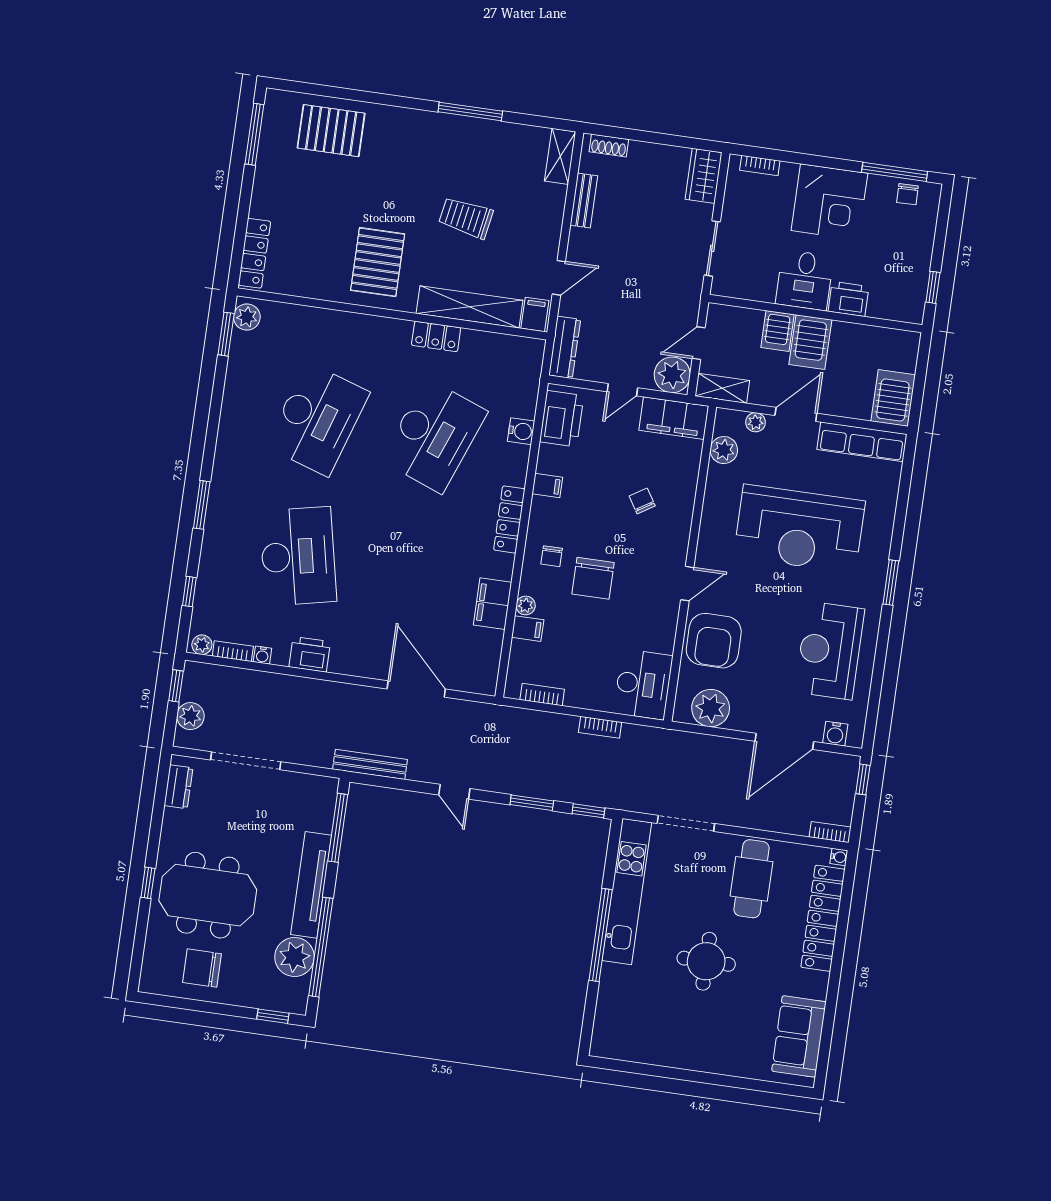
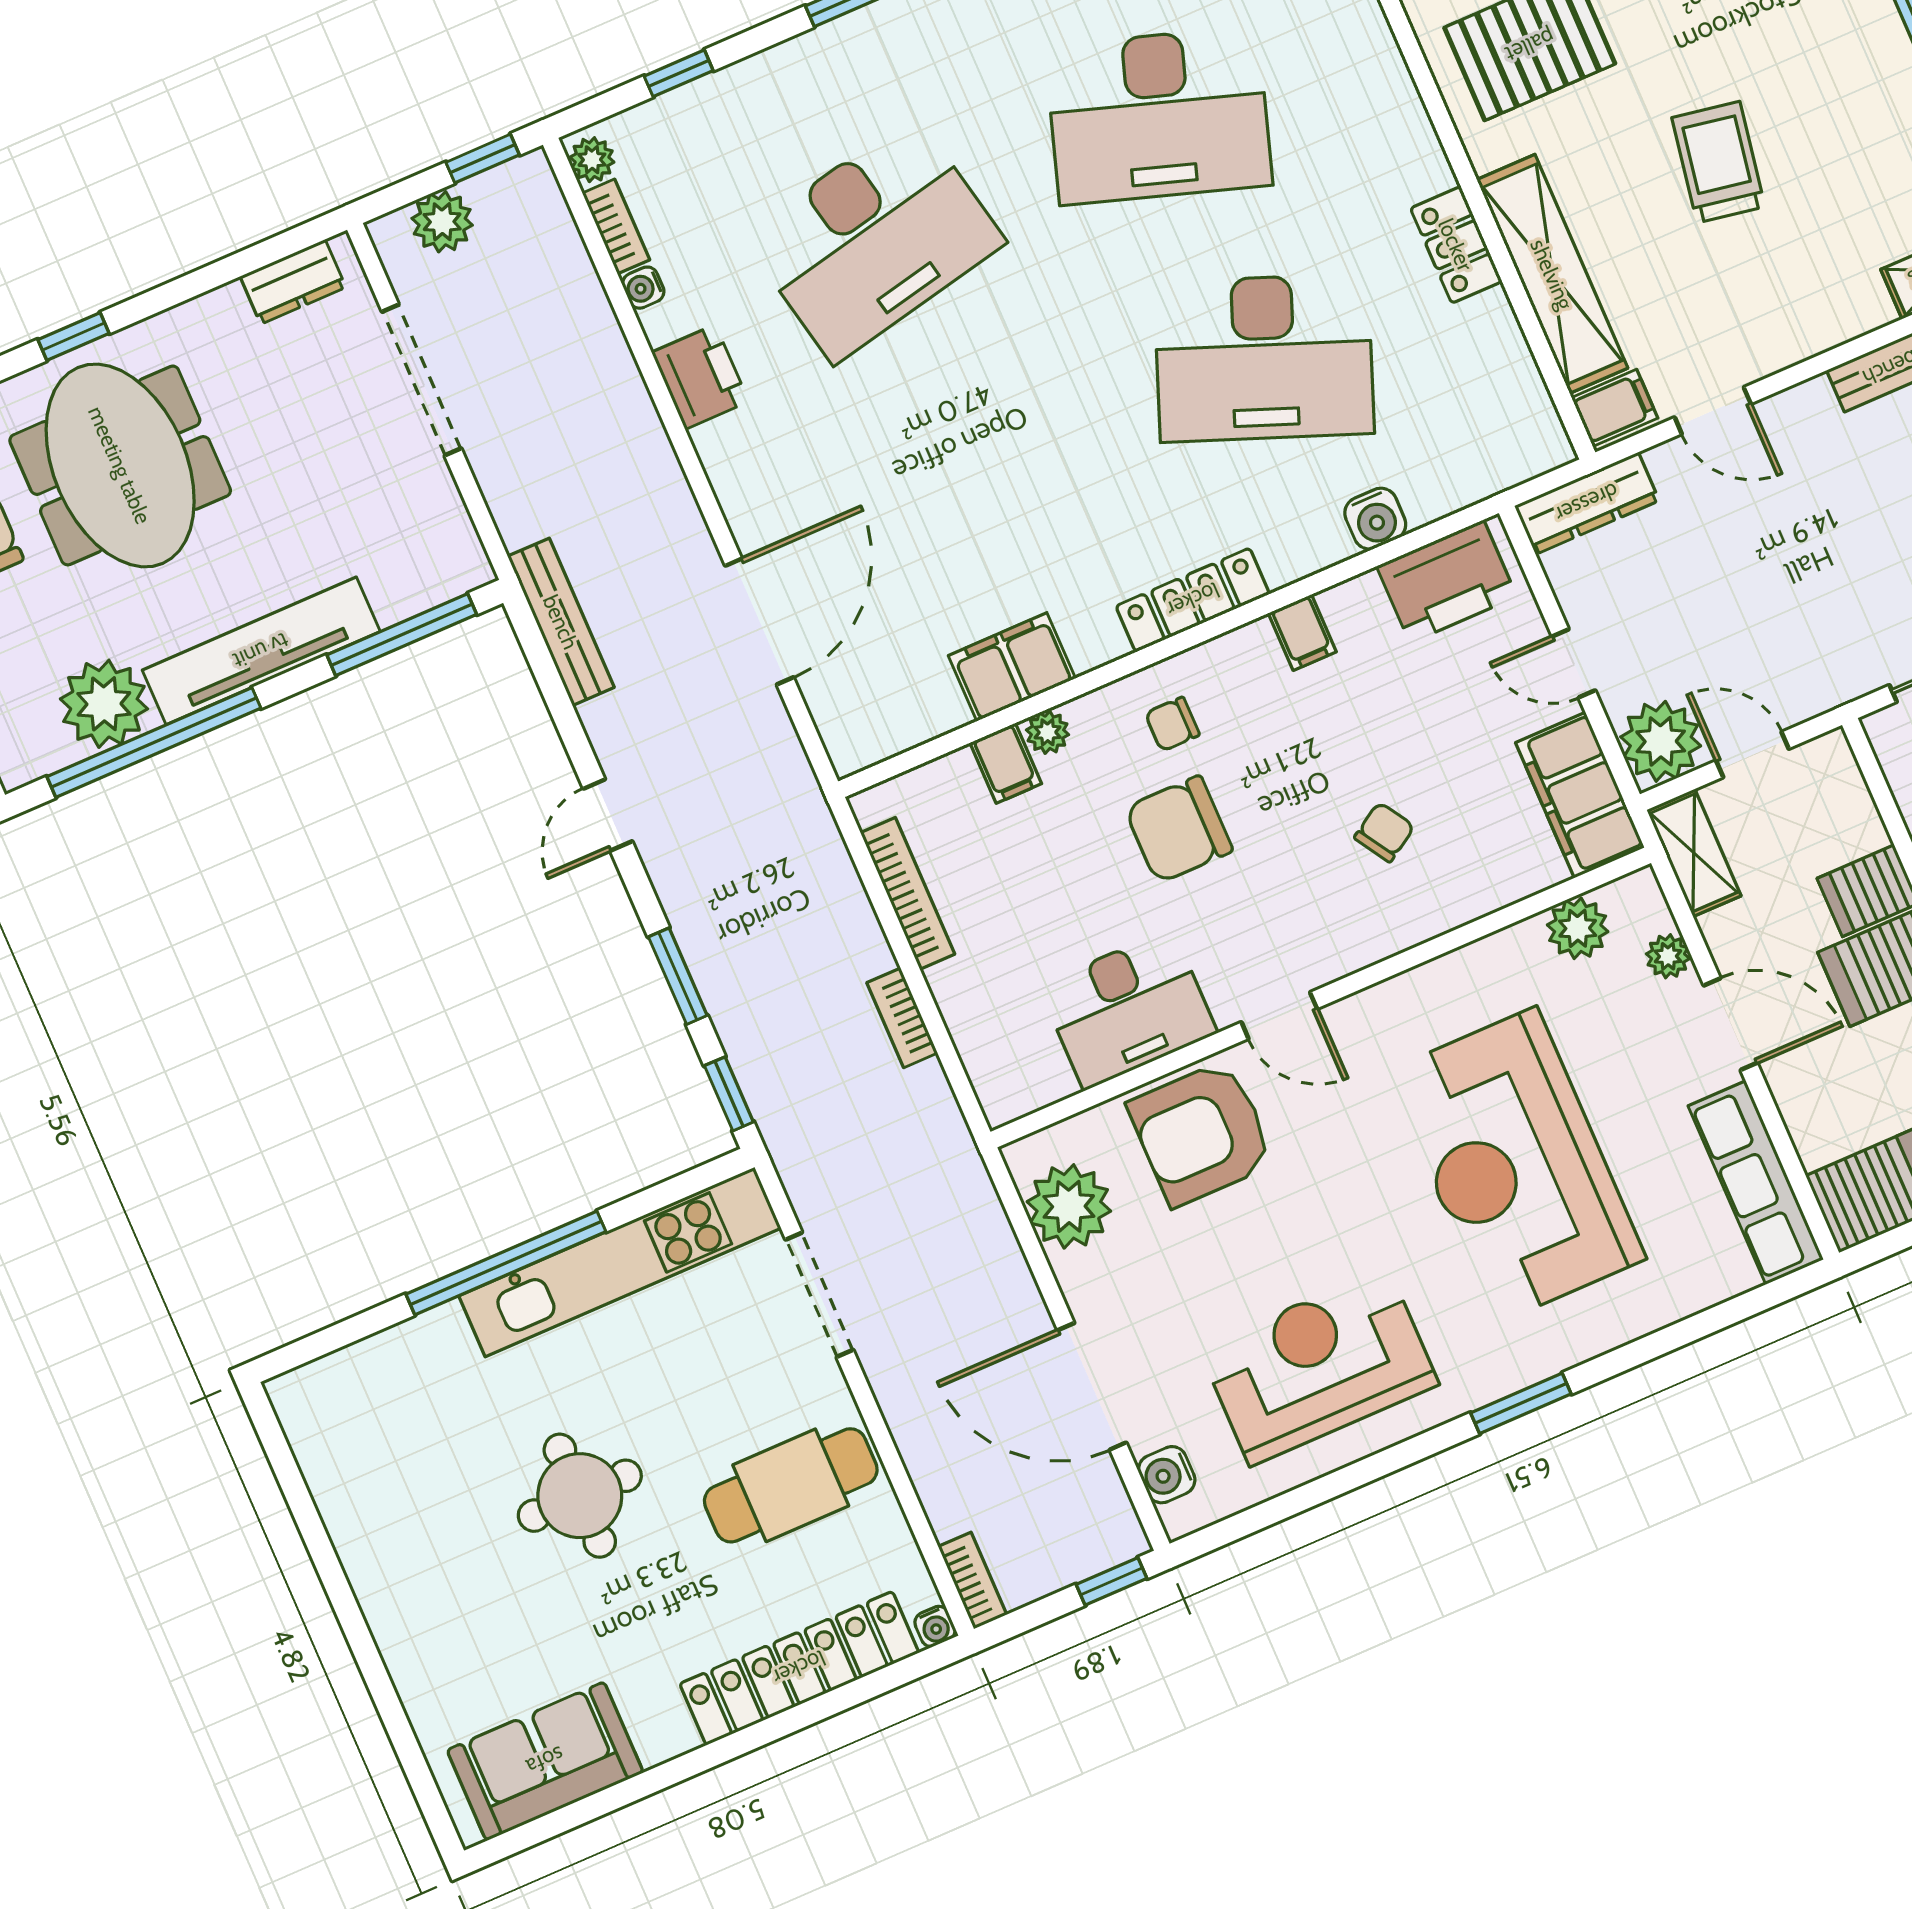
desk: (643, 684) -> (1128, 1009), moved
bookcase: (542, 695) -> (908, 893), width x1.56

